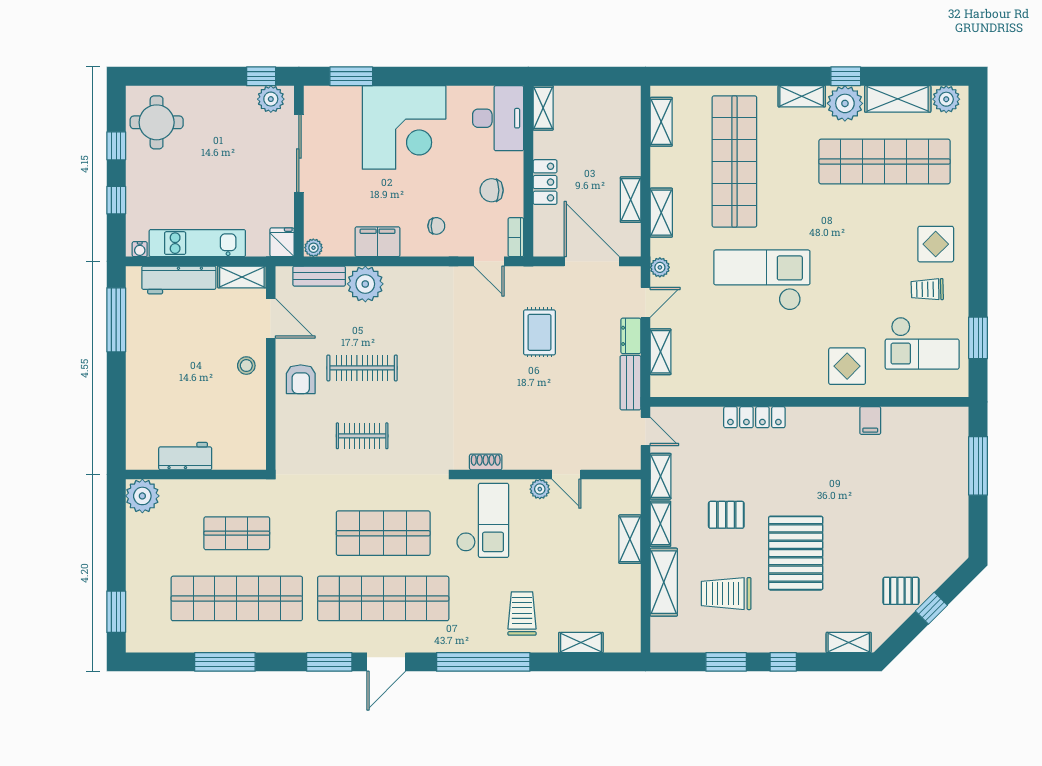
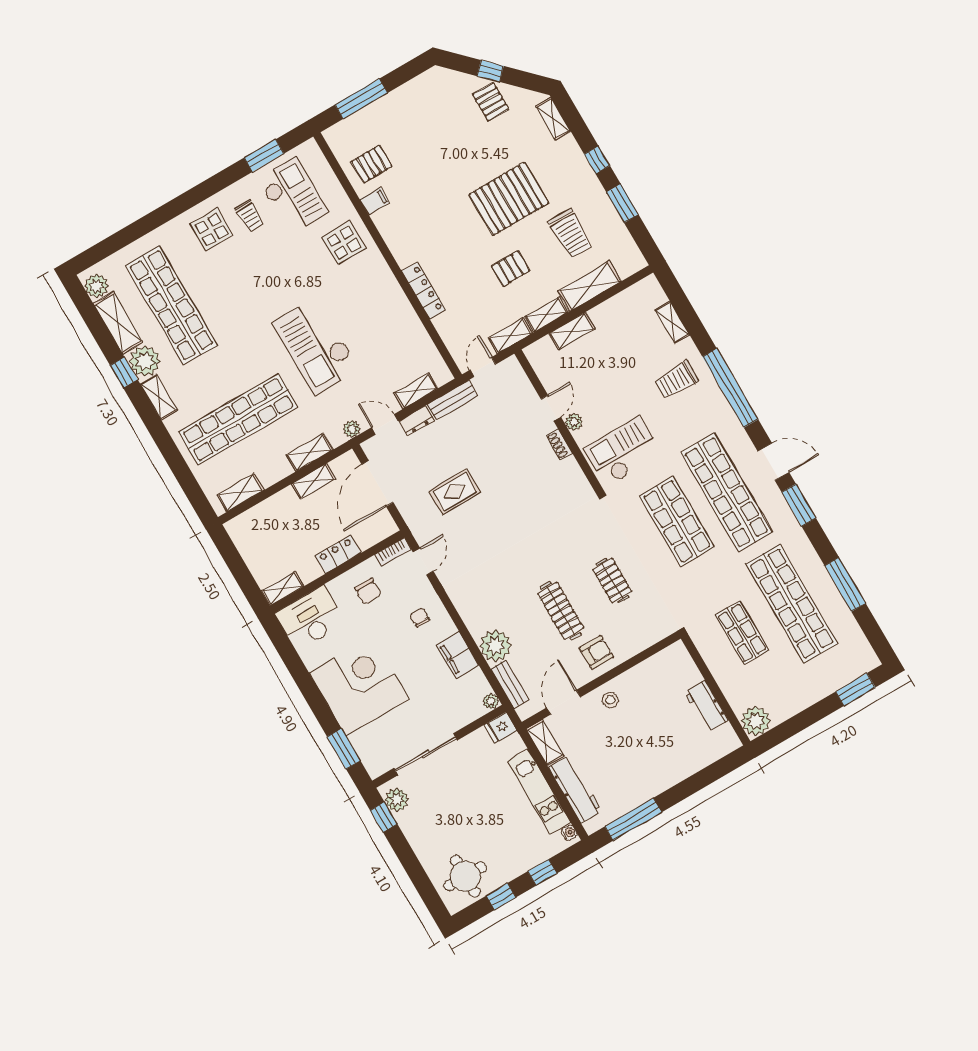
pallet: (908, 439) -> (372, 164), added
shoe rack: (486, 462) -> (559, 444), moved
pallet: (726, 515) -> (510, 269), turned 90

